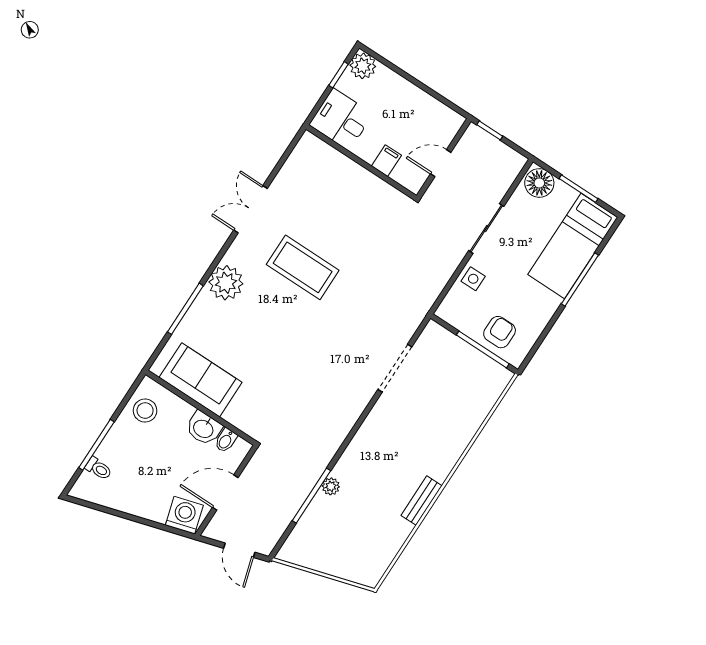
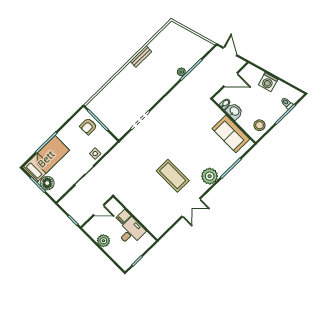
plant: (363, 66) -> (103, 241), moved
desk: (341, 119) -> (131, 232), moved, turned -90
floor lamp: (539, 183) -> (47, 183), moved
washing machine: (184, 515) -> (268, 82), moved

